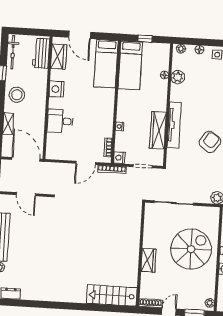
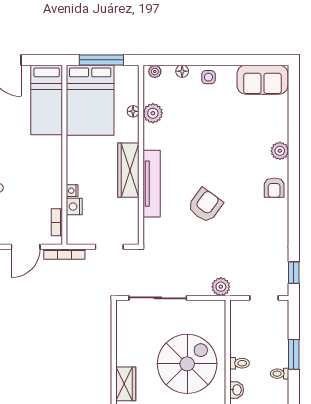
window: (145, 39) -> (101, 60), width x2.17
bed: (130, 65) -> (90, 100), width x1.50
wardrobe: (158, 130) -> (128, 170), moved
nightstand: (119, 158) -> (74, 207), moved

